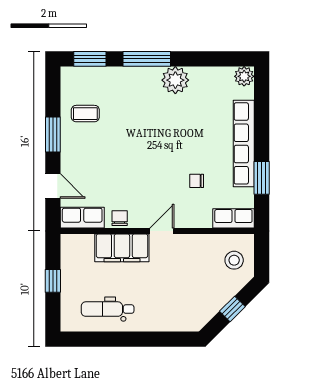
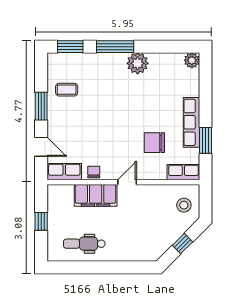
row of seats: (244, 143) -> (191, 122), width x0.73
chair: (197, 181) -> (154, 143), width x1.87, depth x1.87

